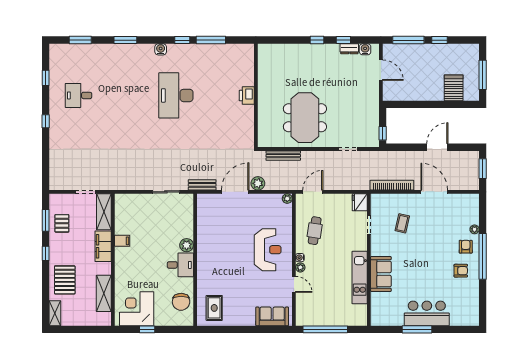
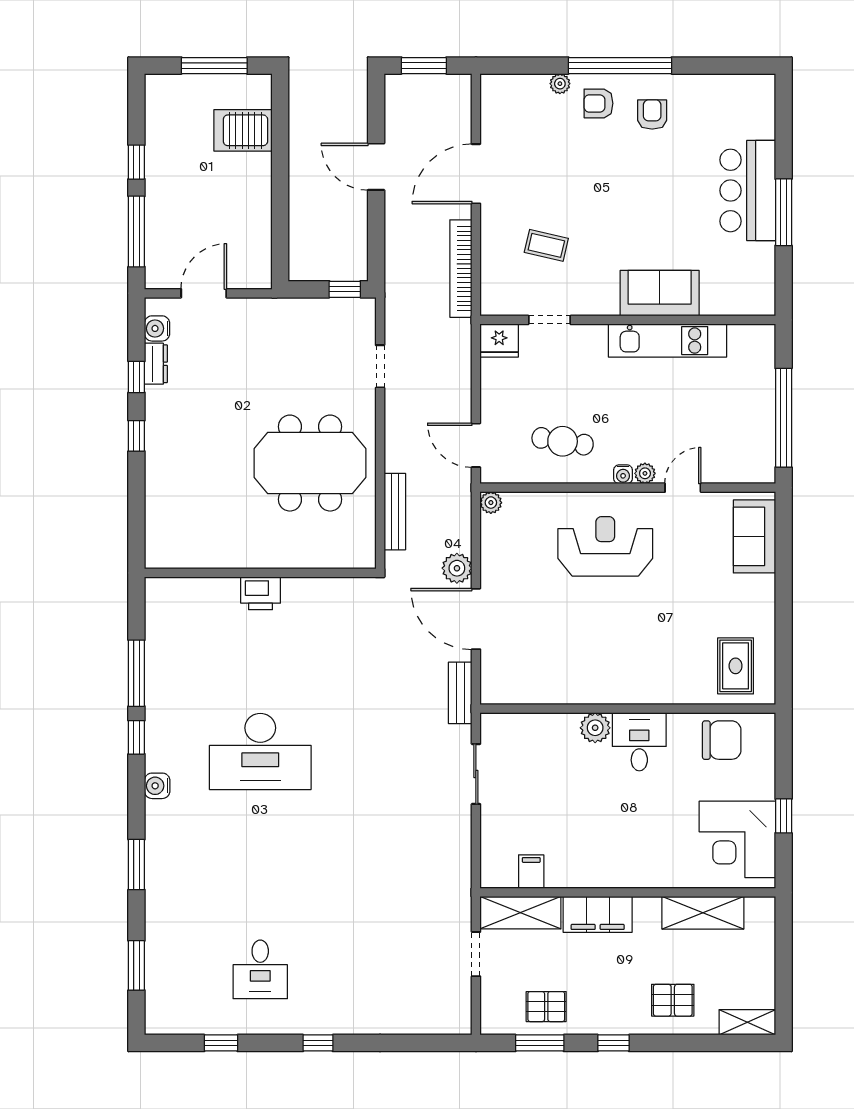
filing cabinet: (122, 241) -> (531, 872), moved
pallet: (65, 280) -> (673, 1000), width x0.67, depth x0.71
rug: (214, 308) -> (736, 666), turned 90

